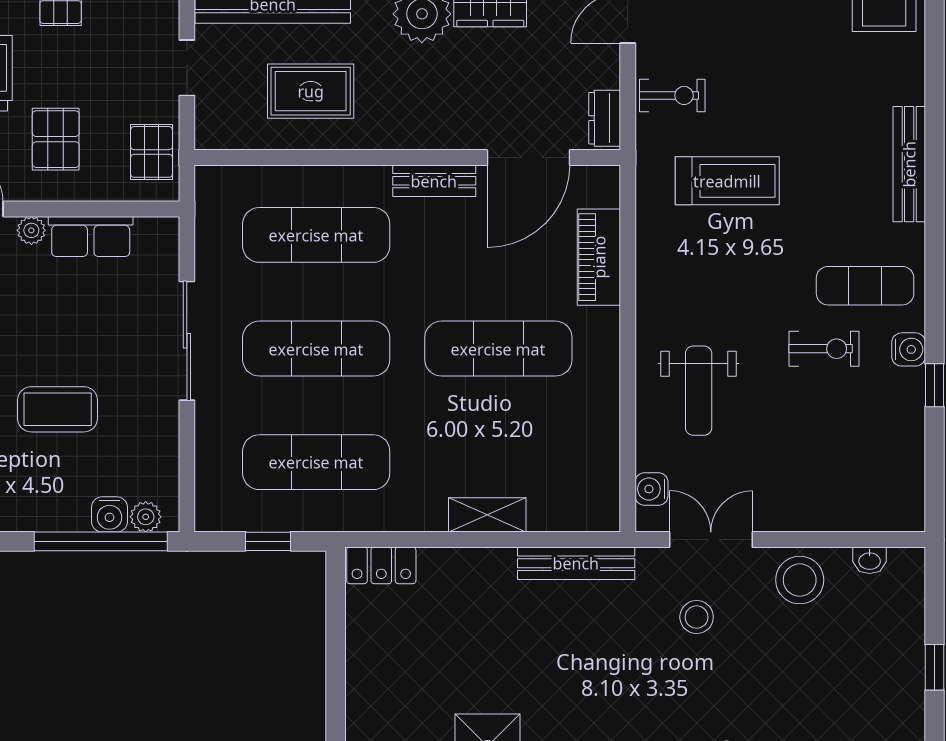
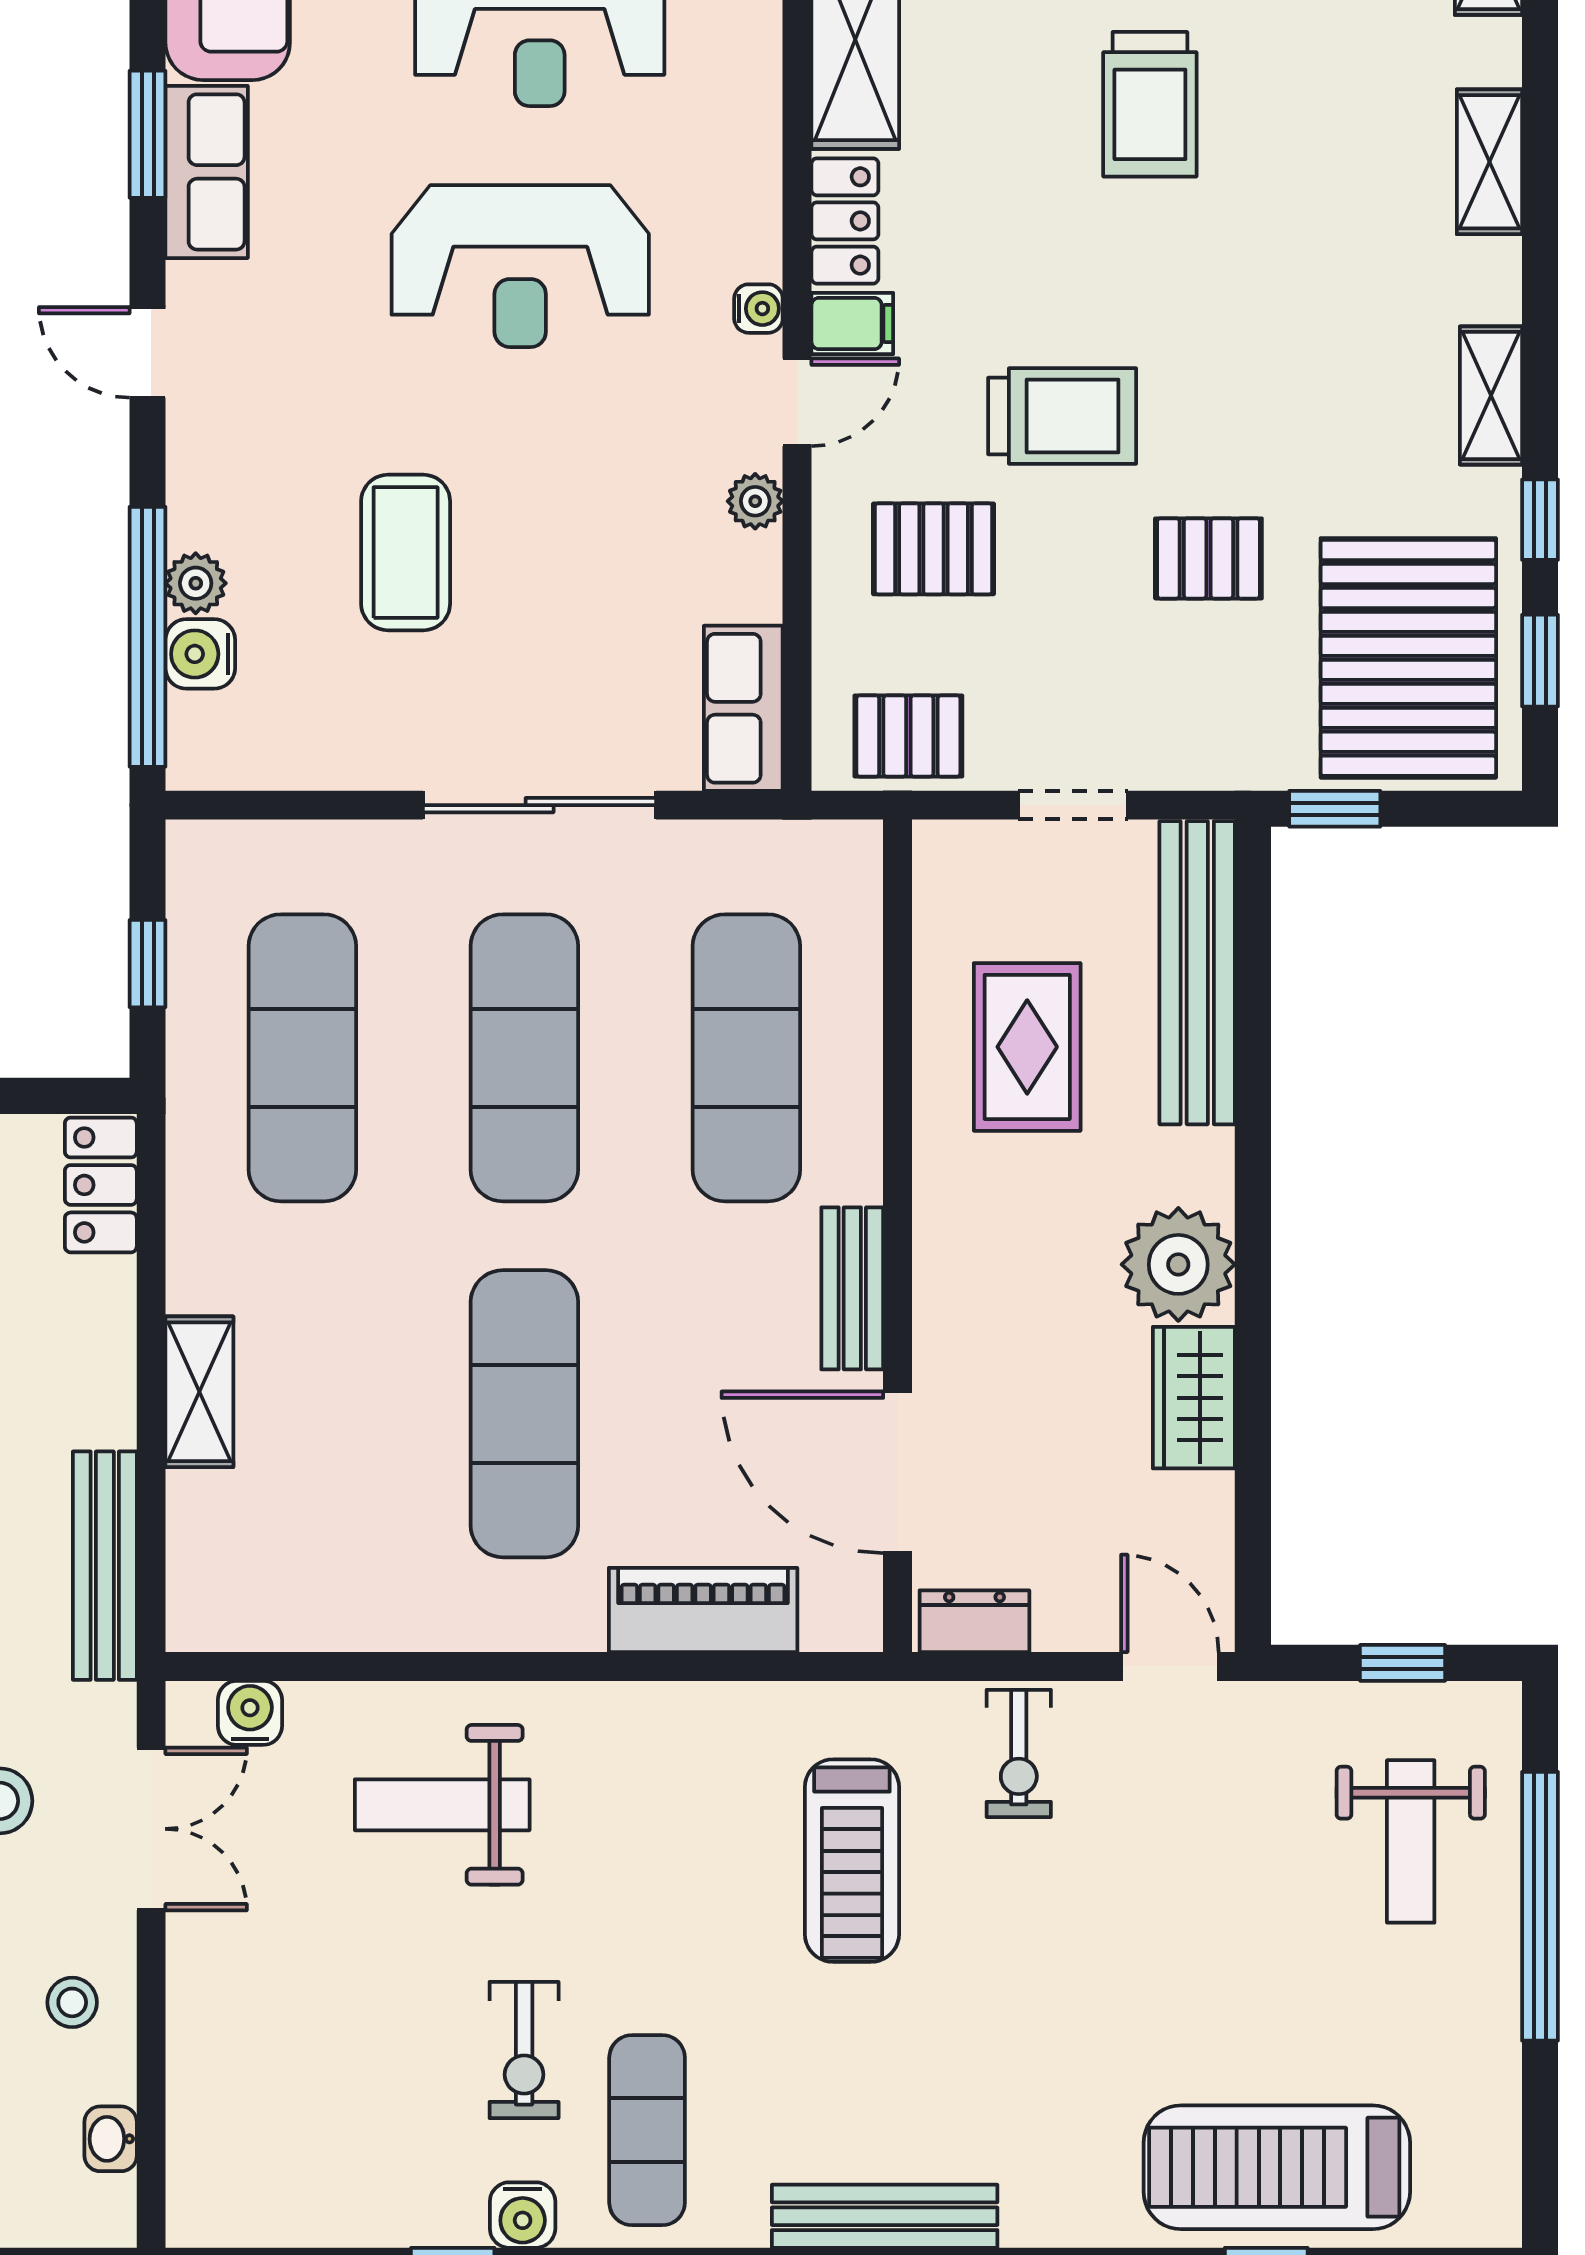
row of seats: (91, 236) -> (743, 708), moved
plant: (146, 517) -> (196, 583), moved
stool: (800, 580) -> (72, 2002), width x0.53, depth x0.53

